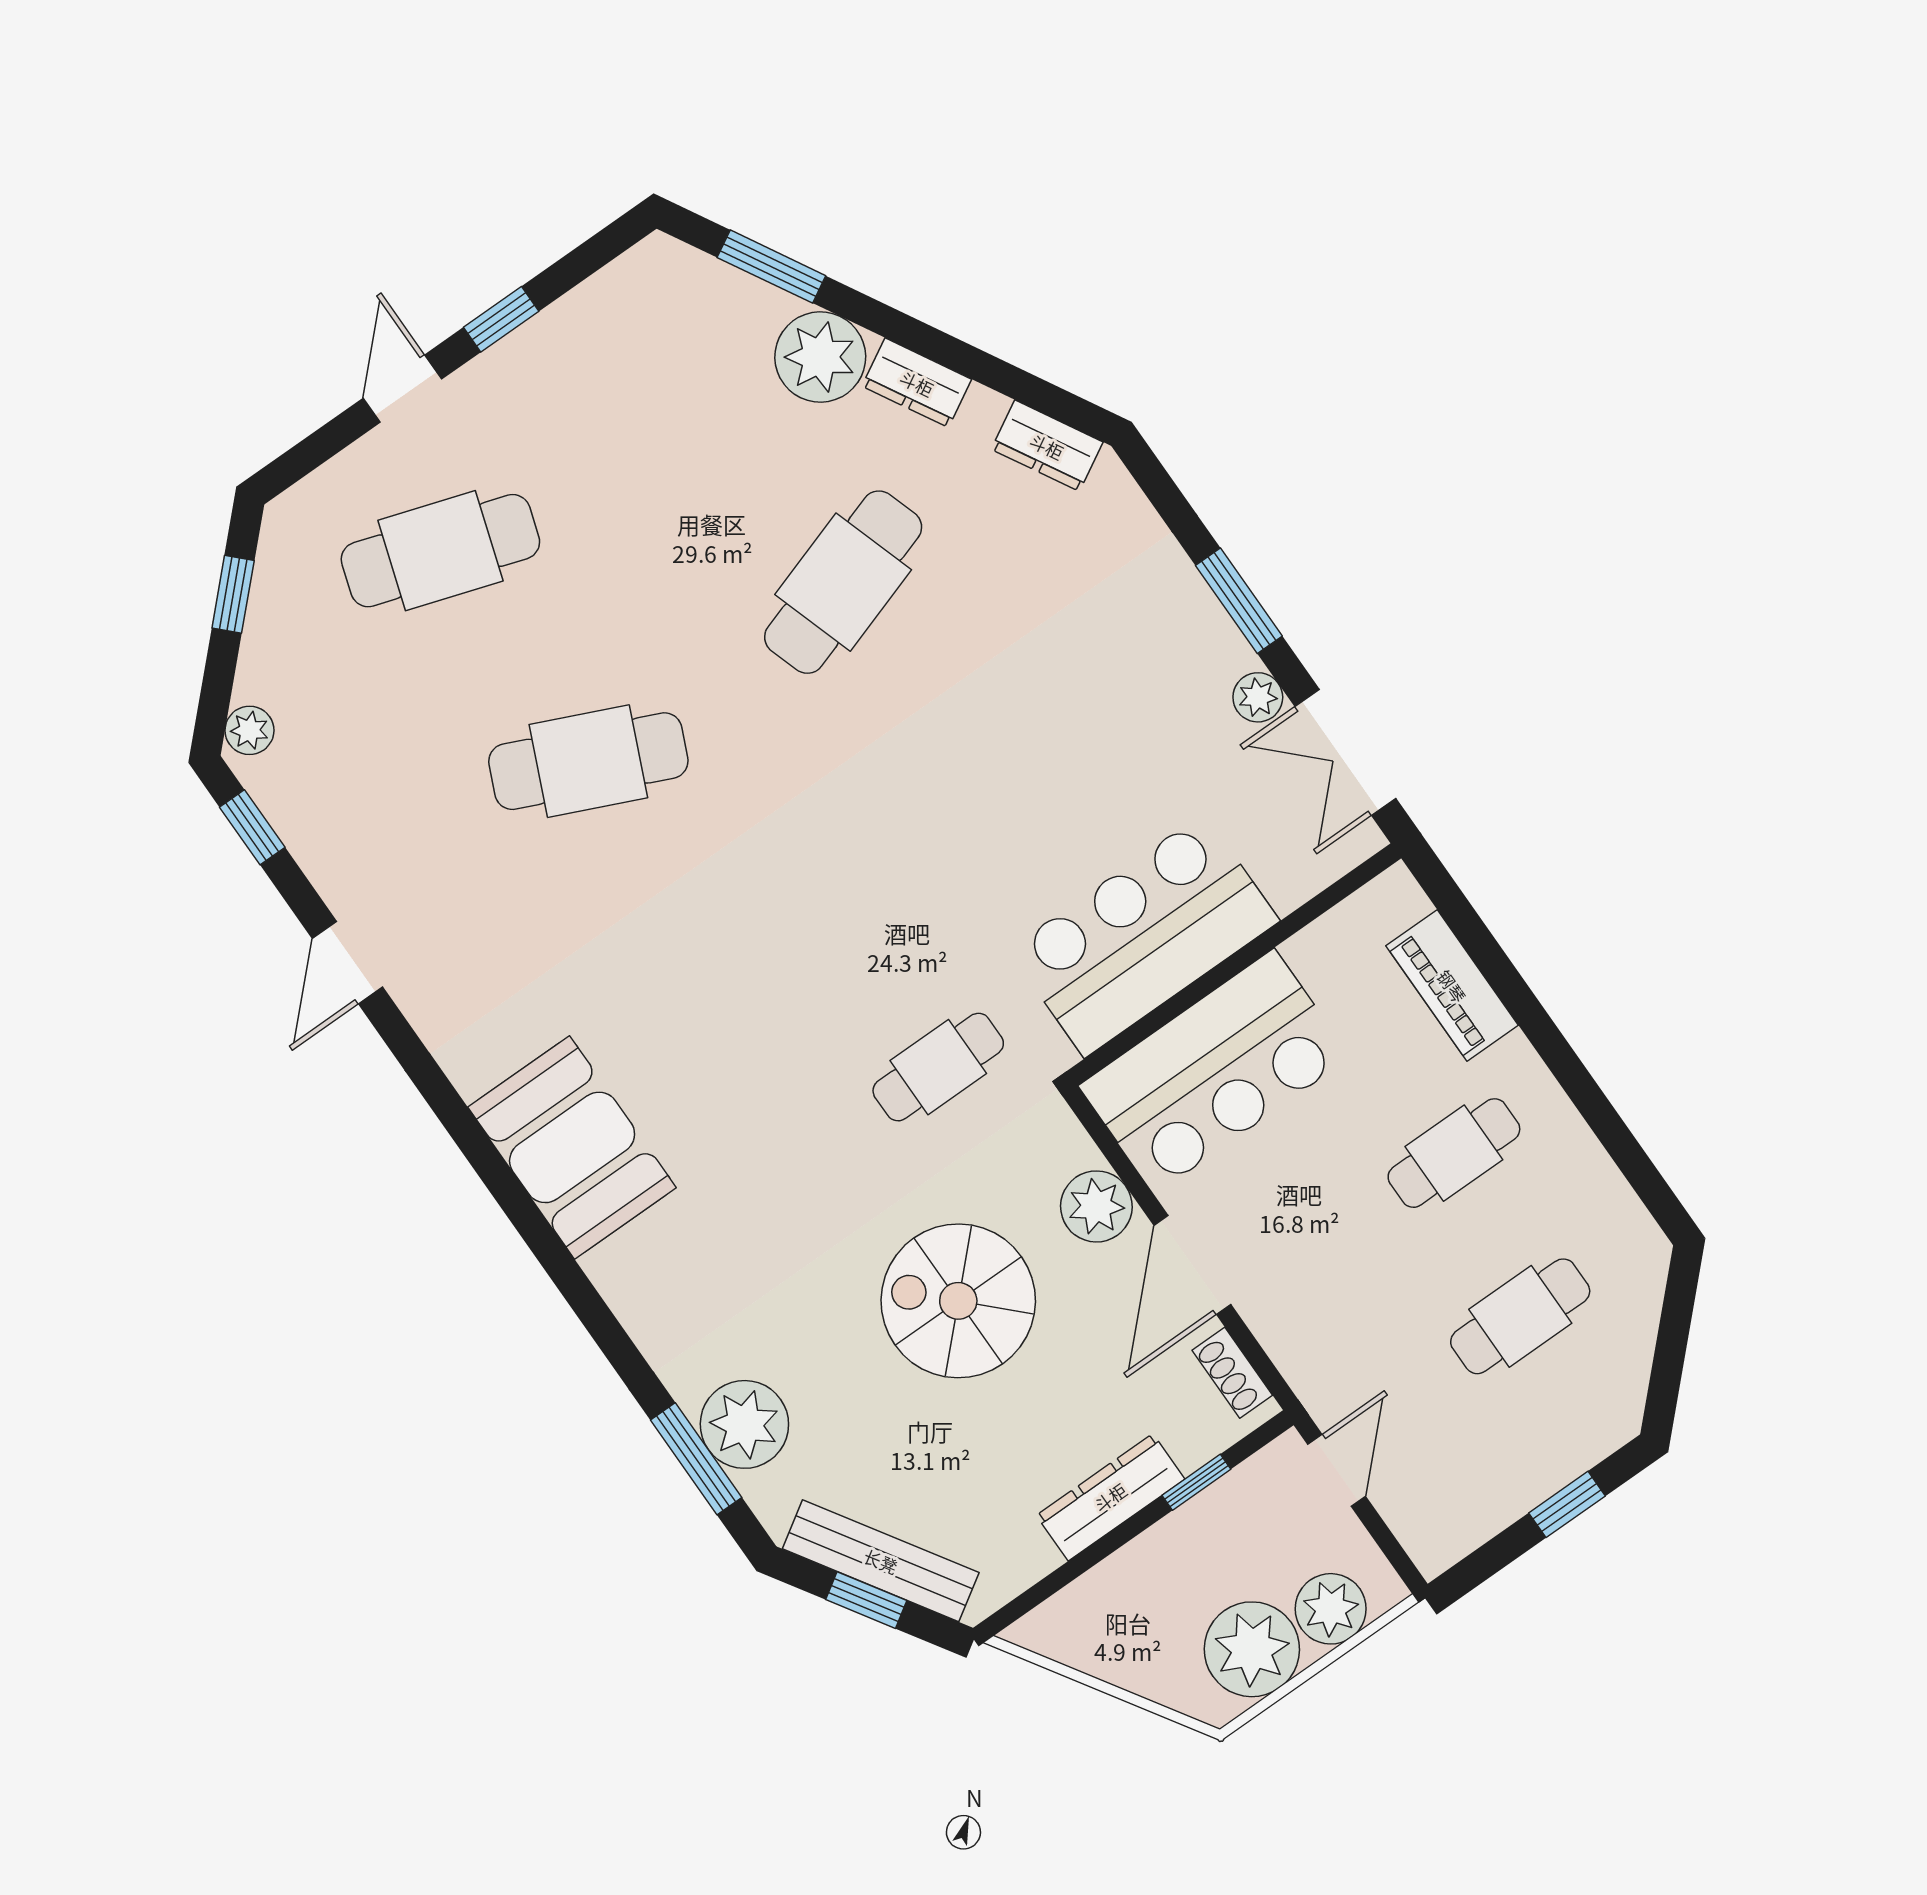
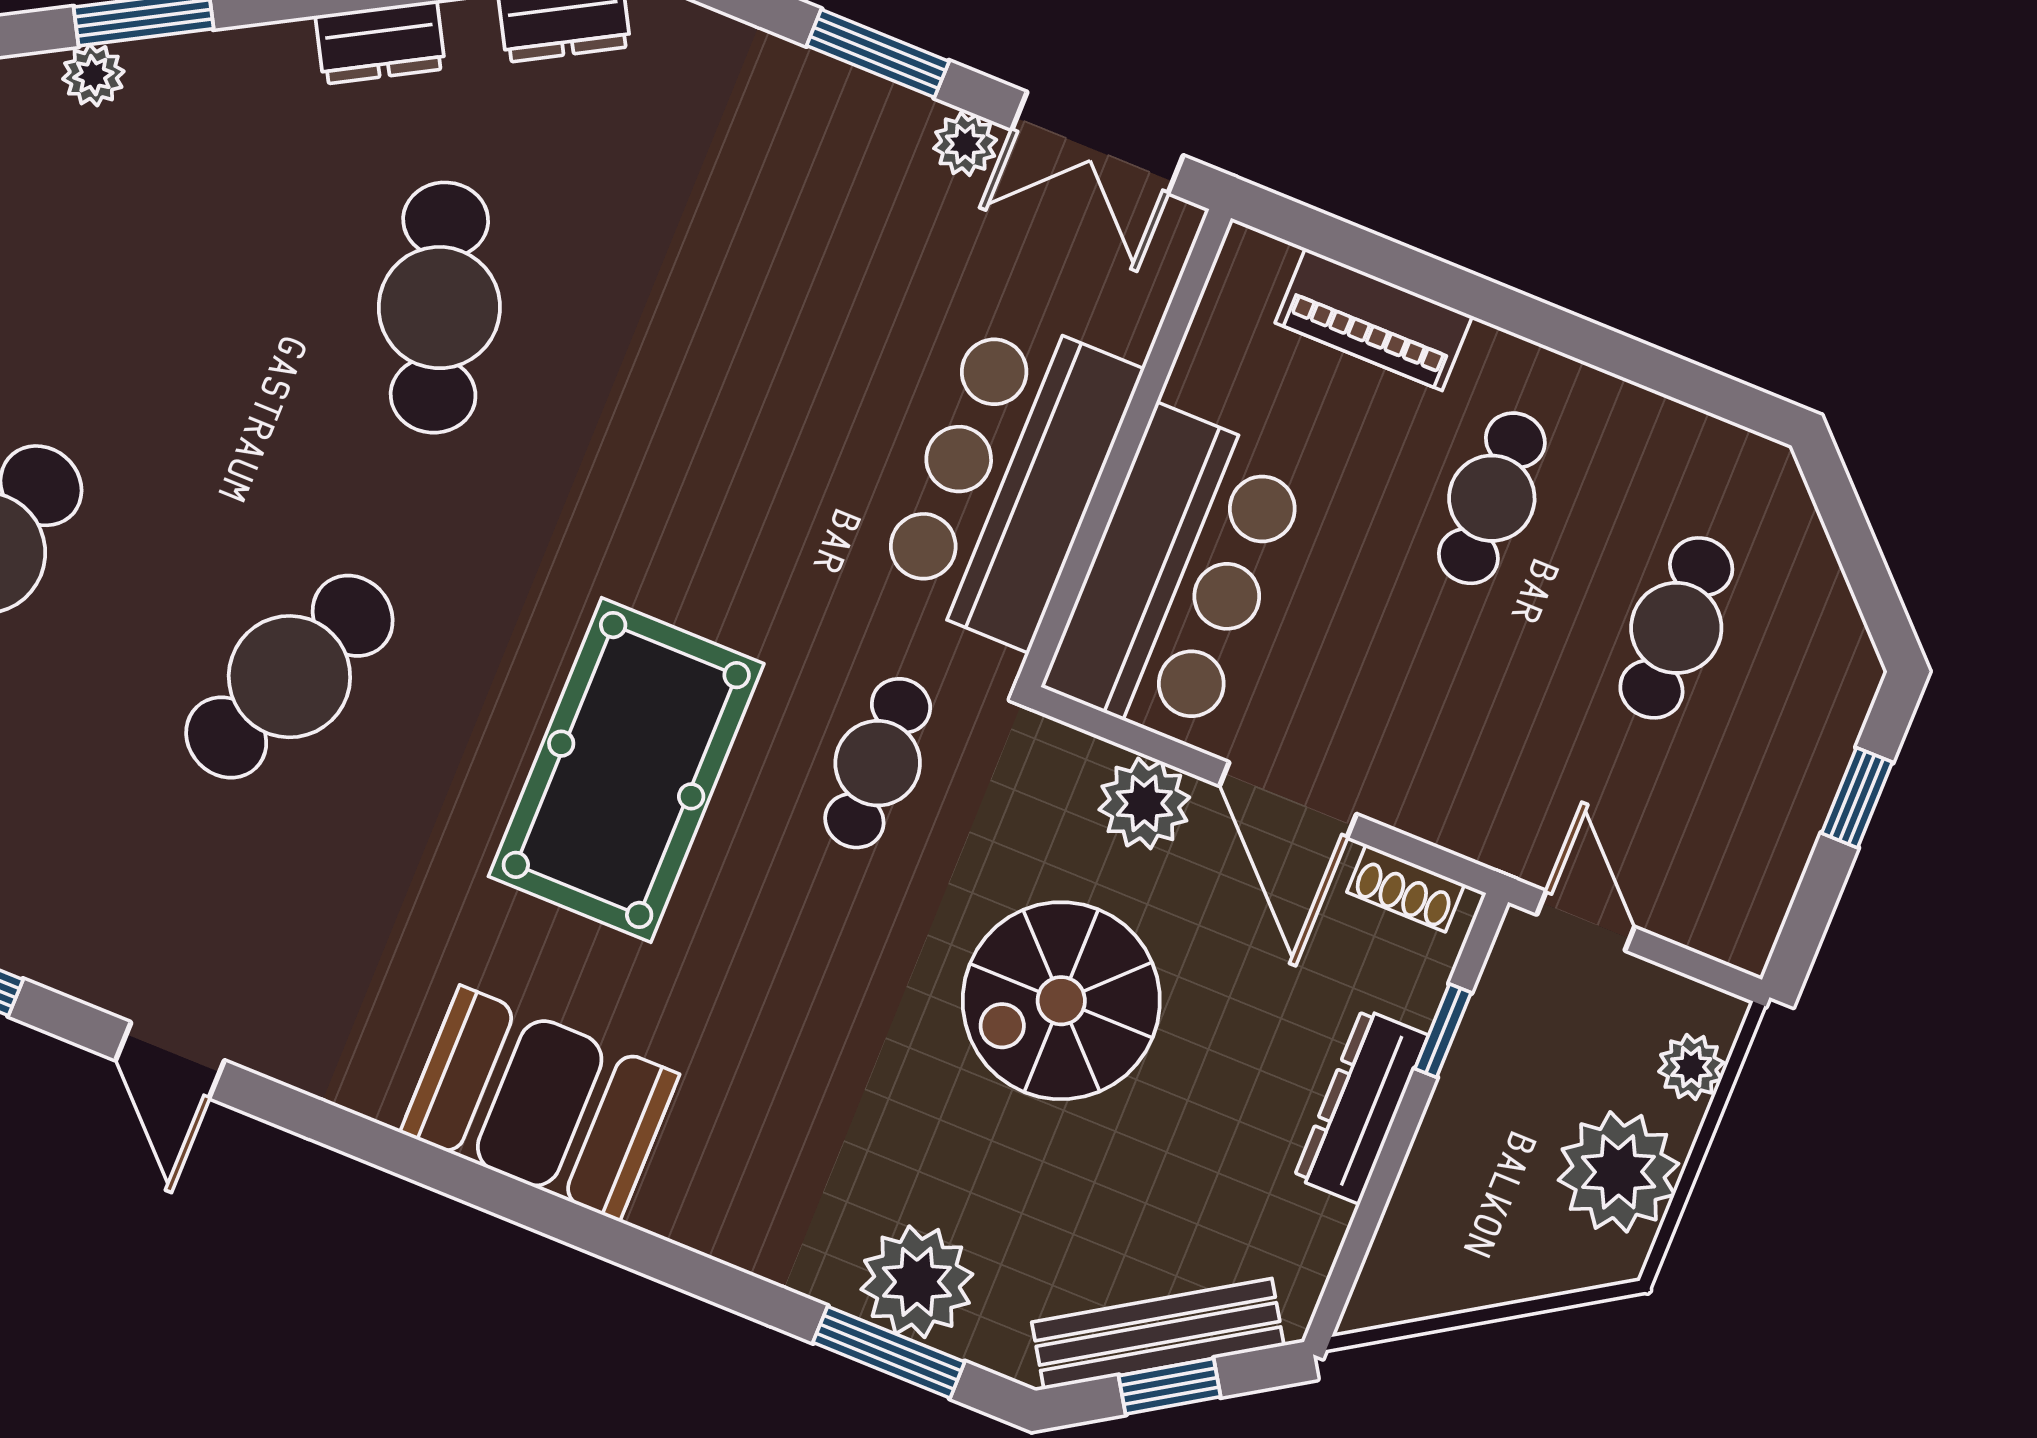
plant: (820, 357) -> (93, 75), moved, width x0.53, depth x0.53
pool table: (770, 965) -> (626, 770), added
plant: (1331, 1609) -> (1691, 1067), width x0.73, depth x0.73

